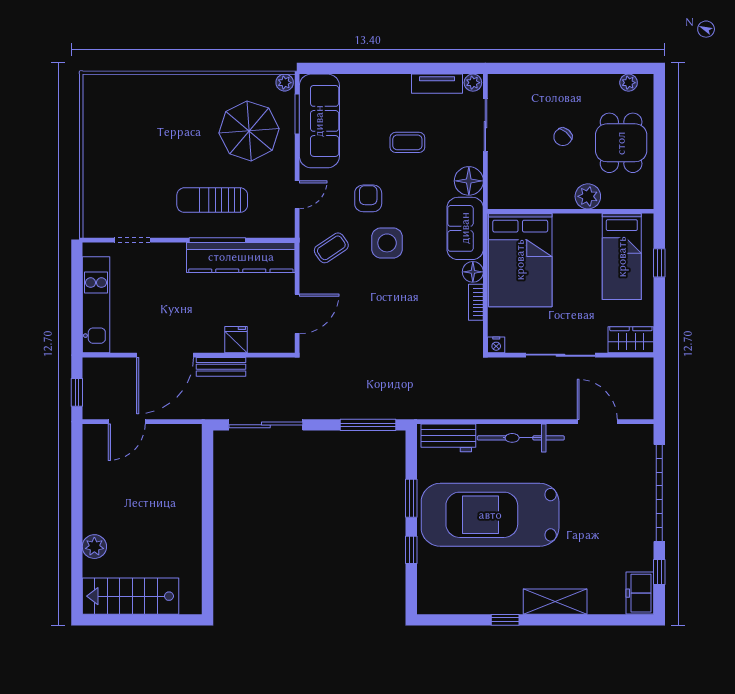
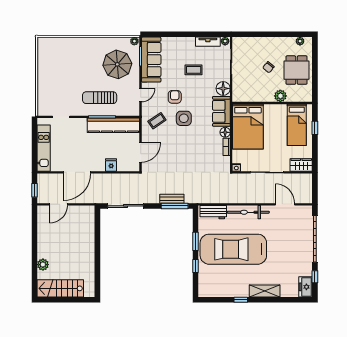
bench: (221, 367) -> (172, 199), moved

